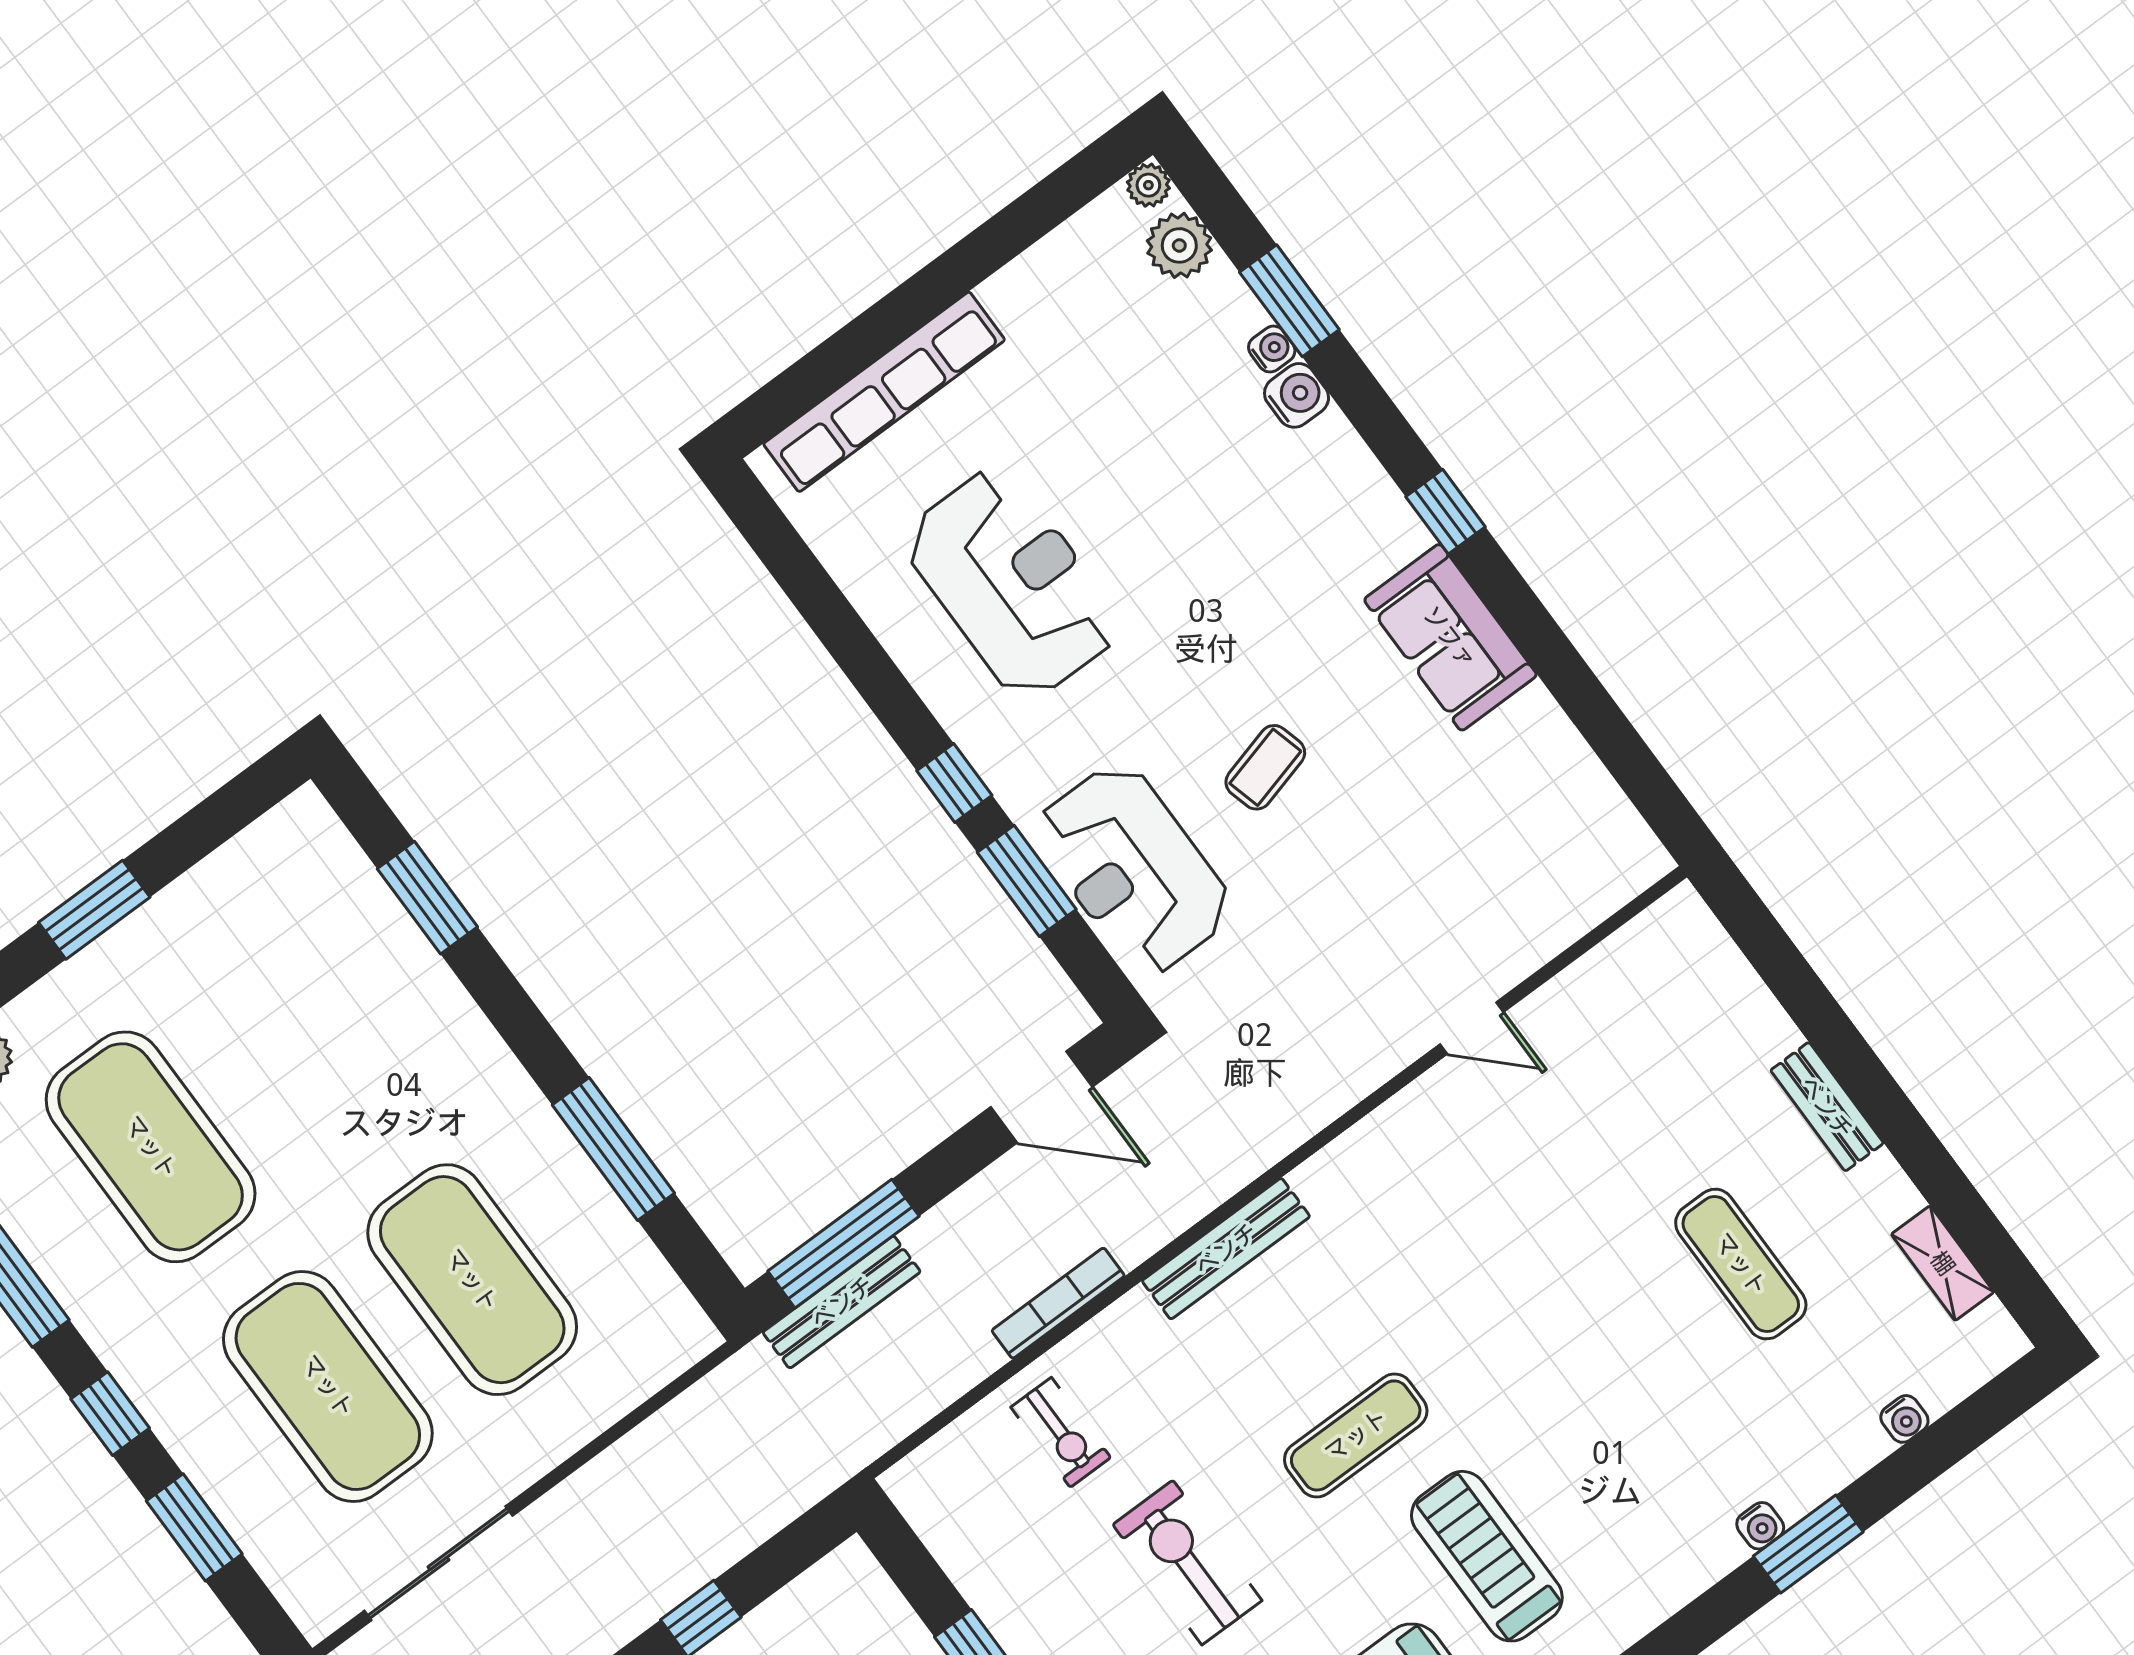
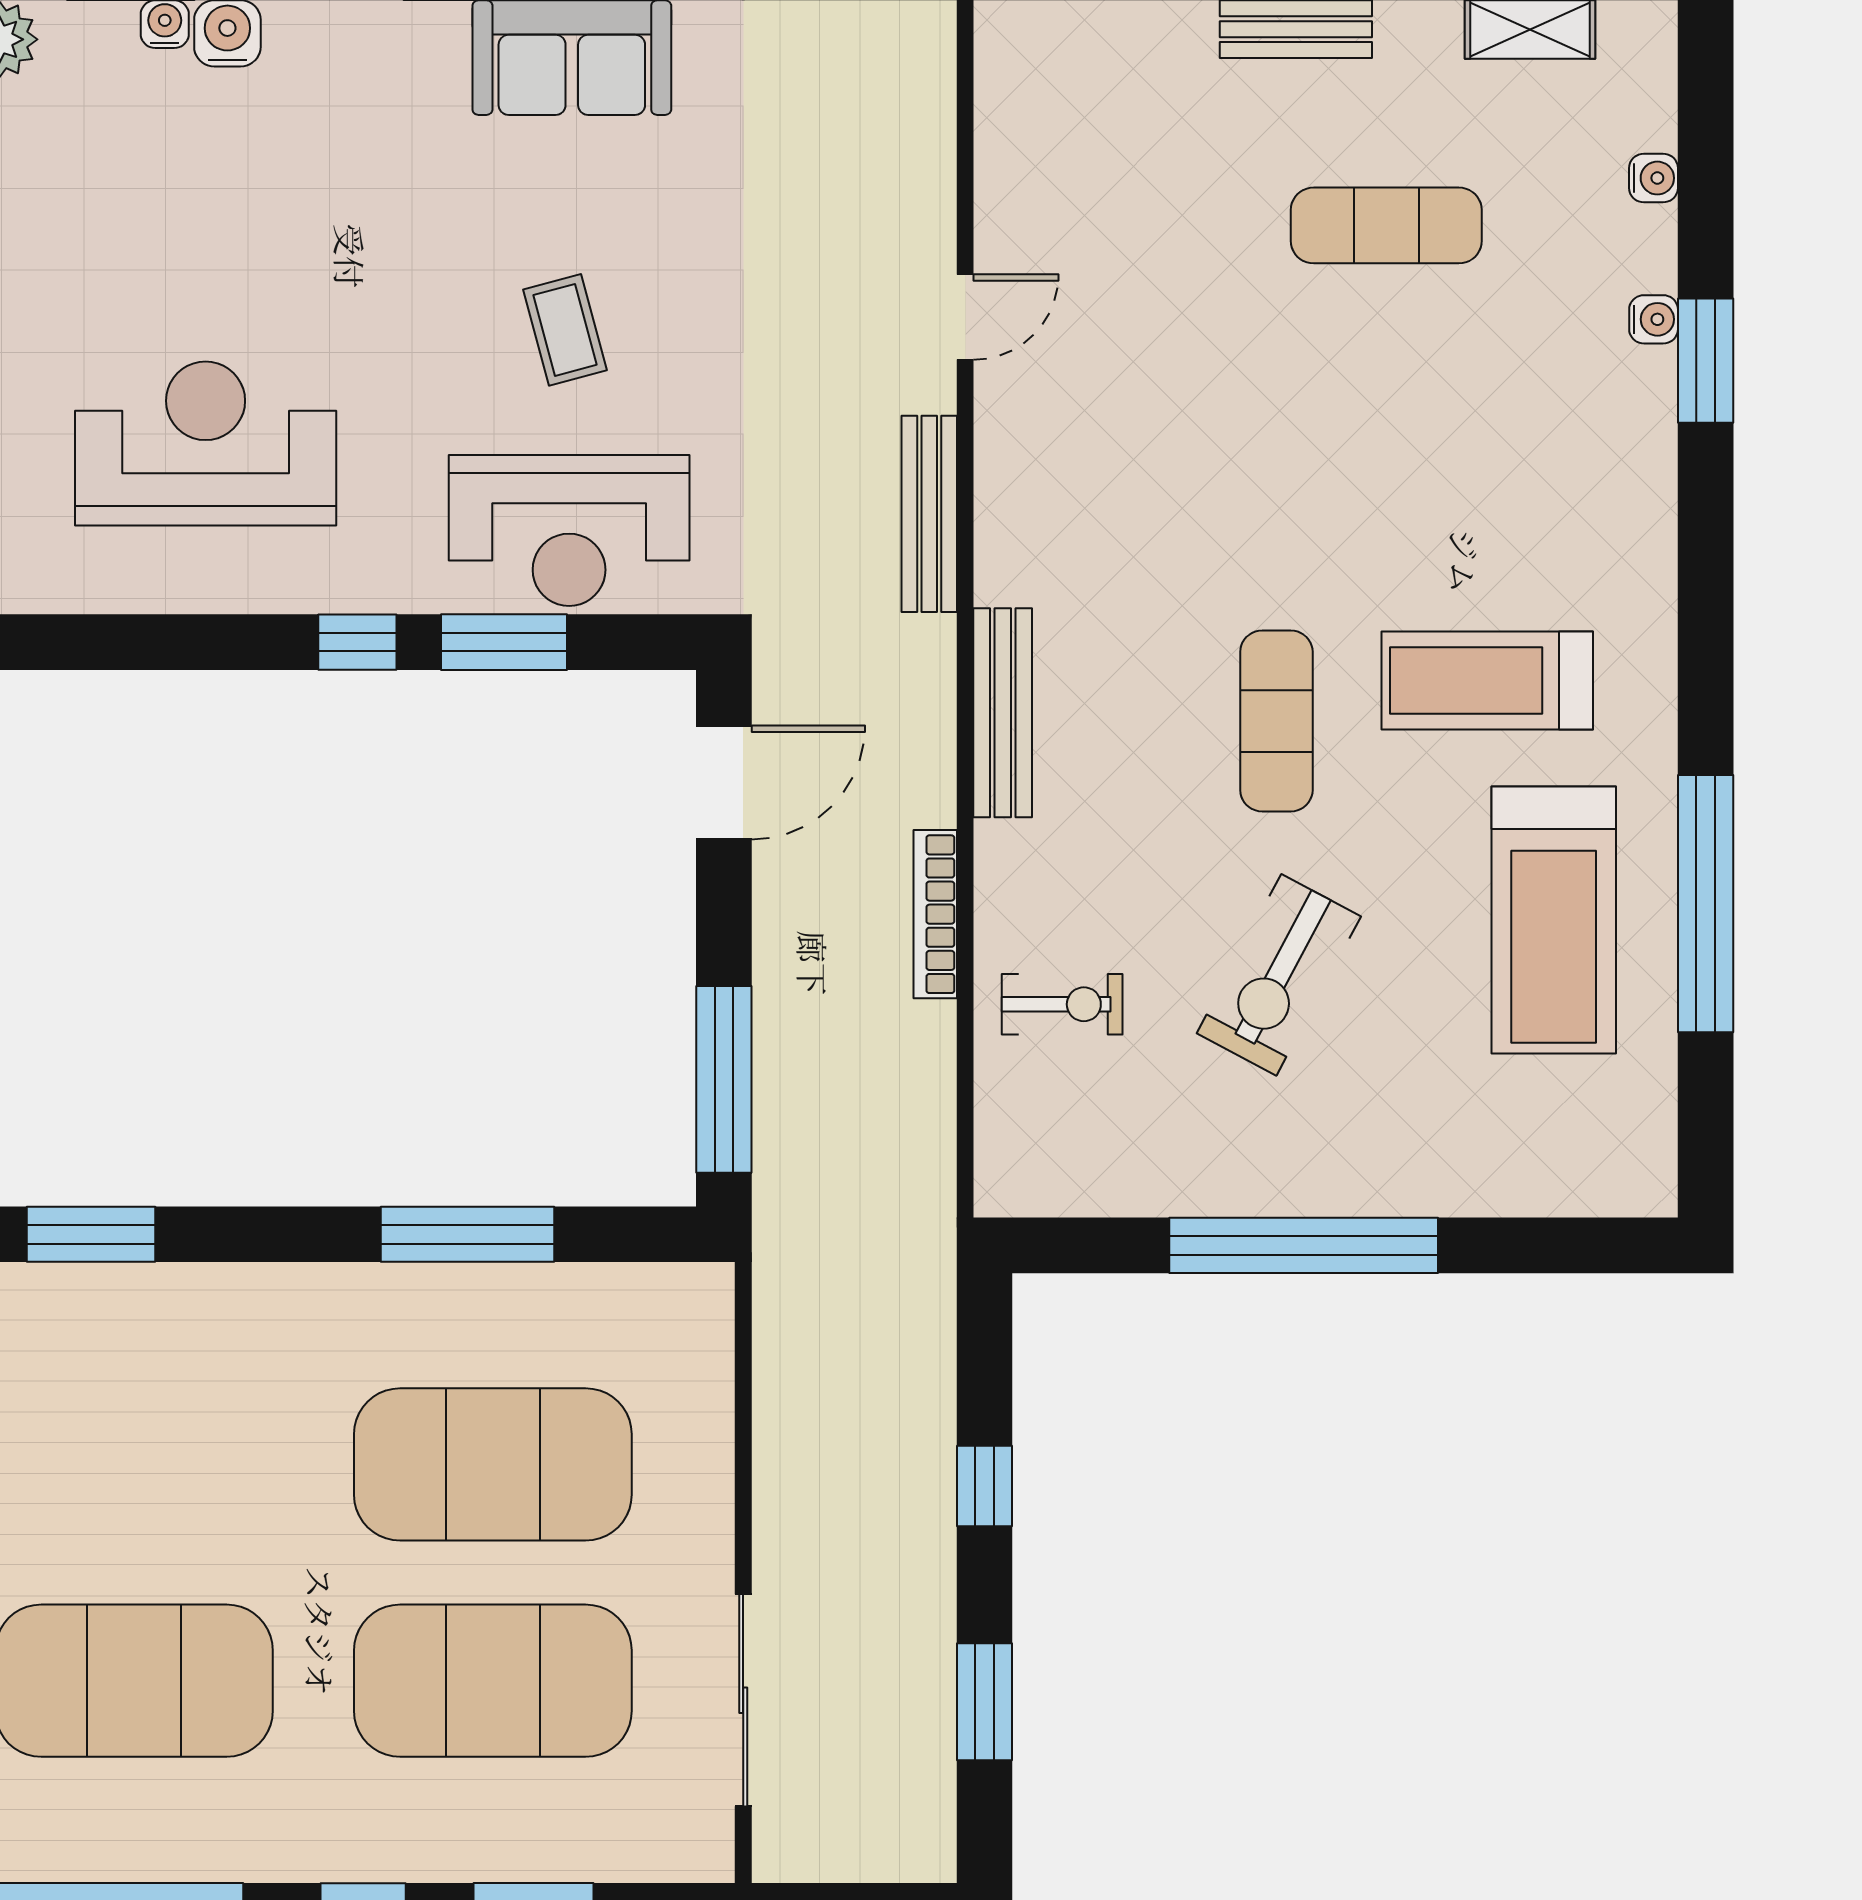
bench: (842, 1302) -> (929, 514), moved
water cooler: (1760, 1526) -> (1654, 319), moved
exercise bike: (1187, 1563) -> (1279, 975), turned -62

